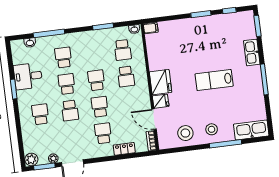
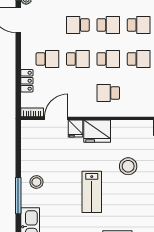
school desk: (123, 50) -> (139, 59), moved, turned 180
lab bench: (214, 80) -> (92, 192), turned 180
stool: (185, 133) -> (128, 166), moved

